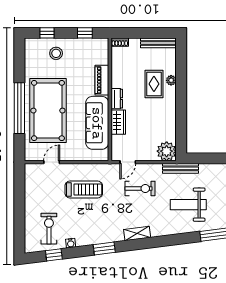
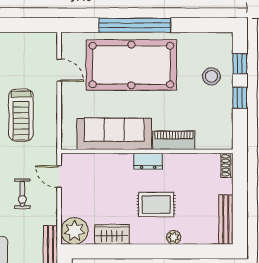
window: (85, 33) -> (240, 98), moved
rug: (154, 84) -> (156, 205), moved
wardrobe: (118, 122) -> (112, 234), moved, turned 180
exercise bike: (140, 189) -> (22, 194), width x0.73, depth x0.72

